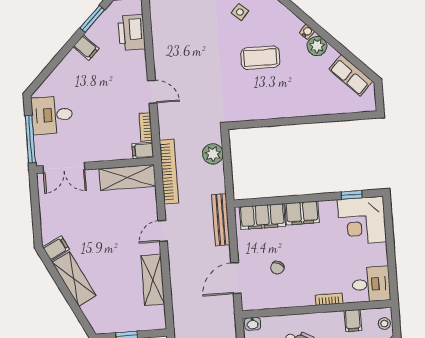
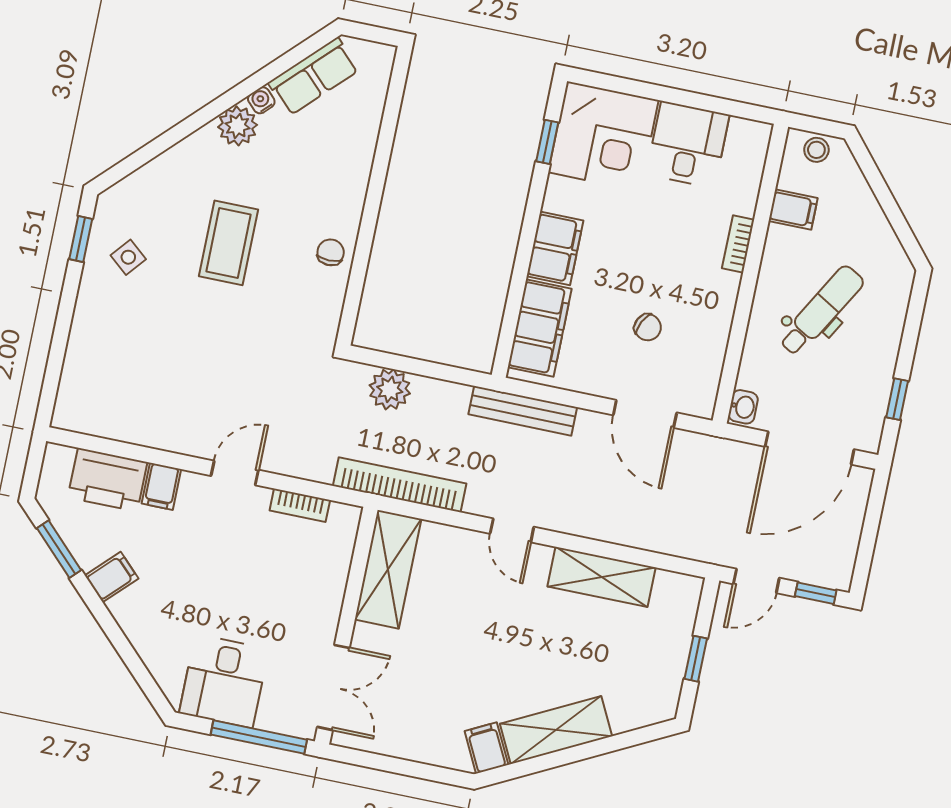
water cooler: (307, 32) -> (261, 100), moved
chair: (270, 107) -> (331, 252), added
filing cabinet: (143, 151) -> (161, 486), moved
desk: (371, 284) -> (688, 144), moved

